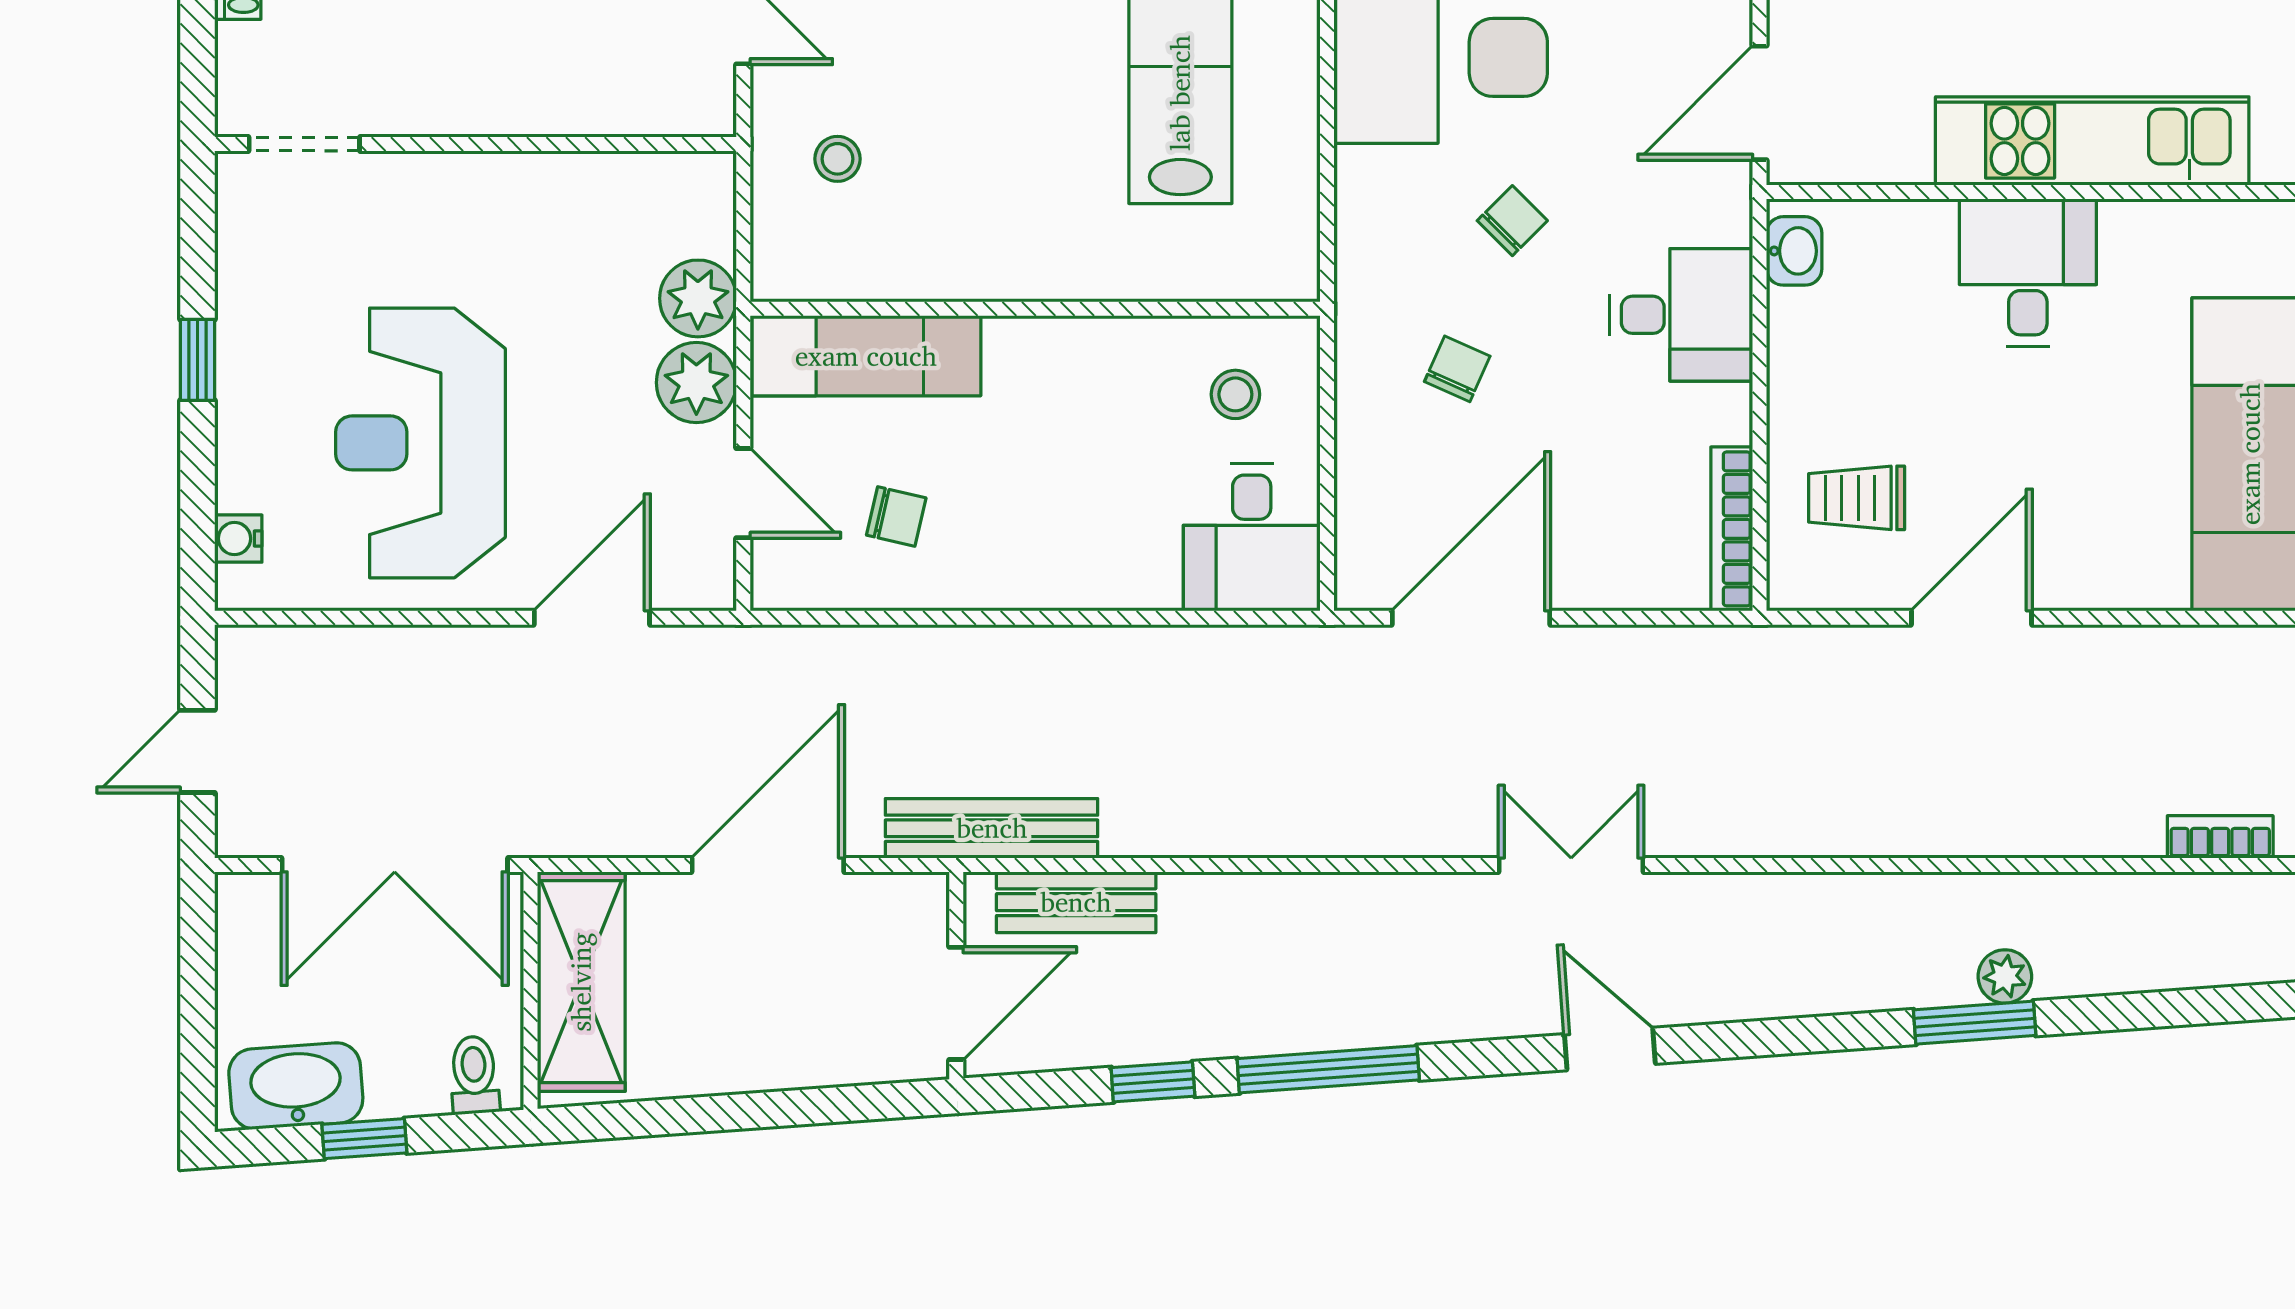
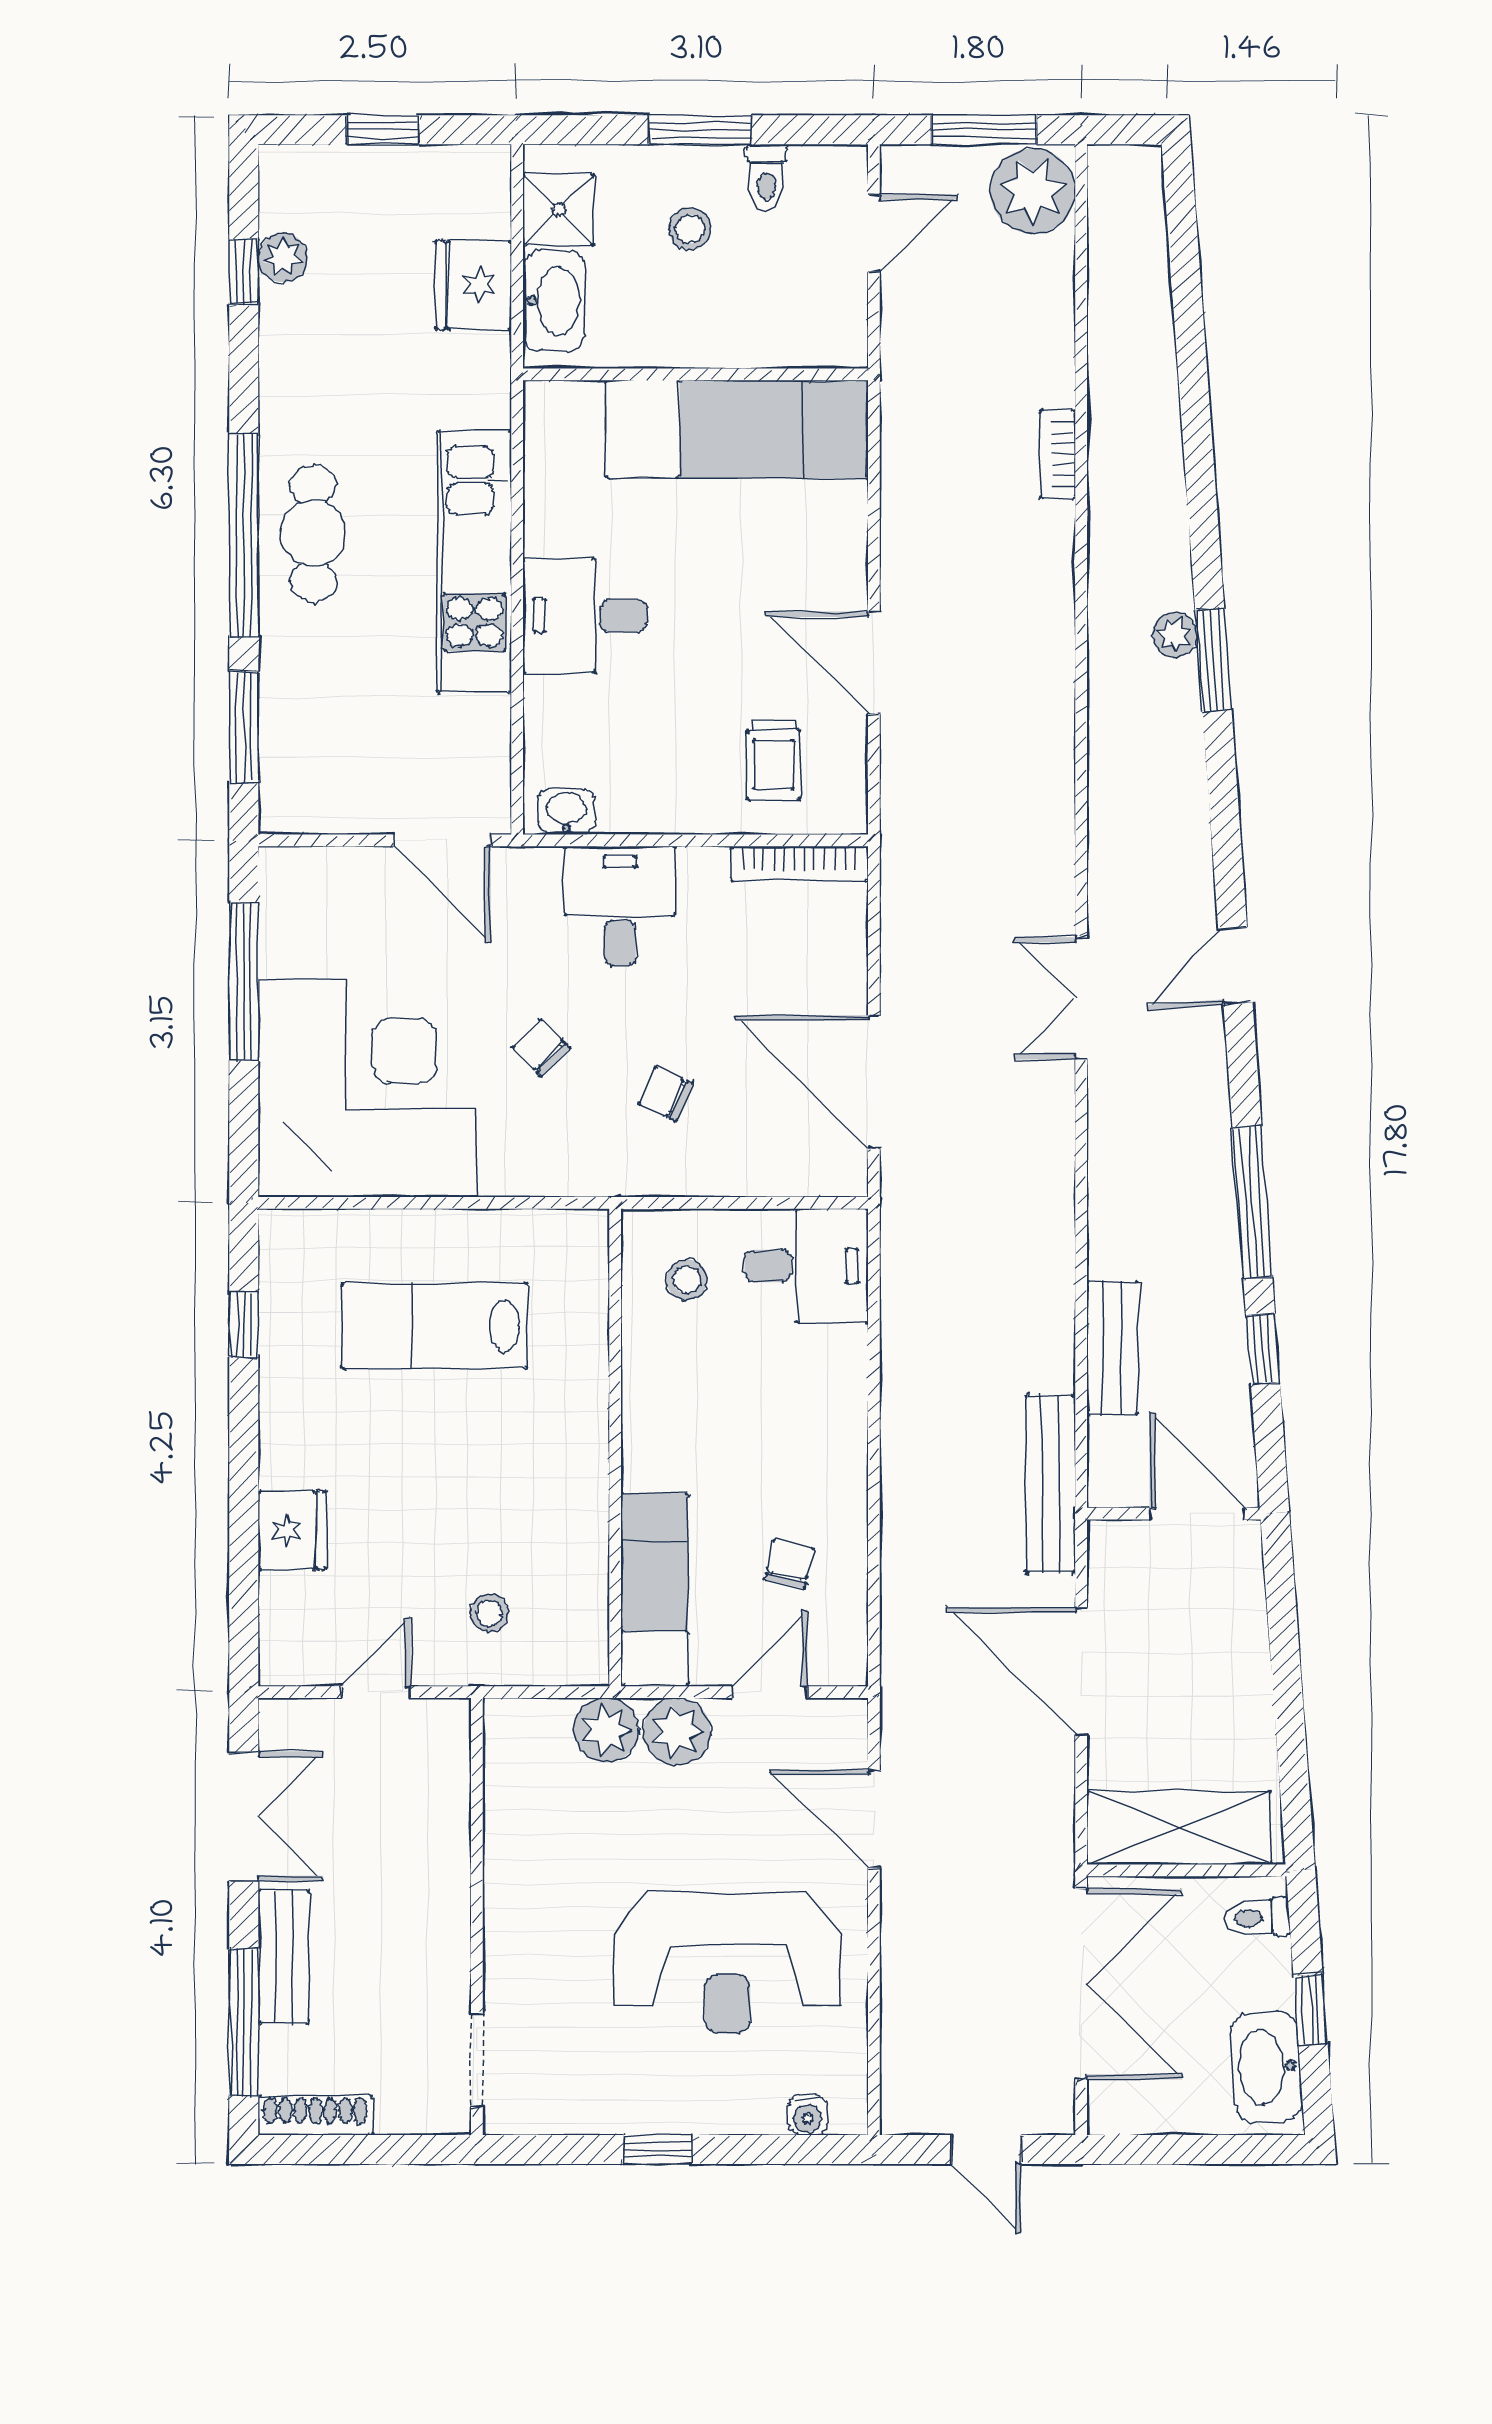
bench: (1076, 902) -> (1112, 1348), moved

